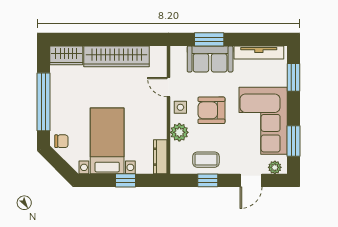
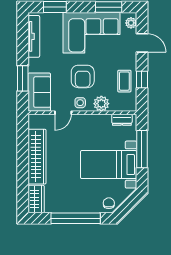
sofa: (210, 59) -> (39, 92), moved
dresser: (160, 157) -> (122, 120), width x0.70
window: (126, 180) -> (142, 149), width x2.17

